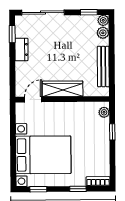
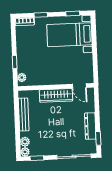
dresser: (21, 49) -> (90, 126), width x1.44
door: (33, 100) -> (79, 86), hinge flipped
bed with nightstands: (43, 155) -> (69, 35), width x0.73

